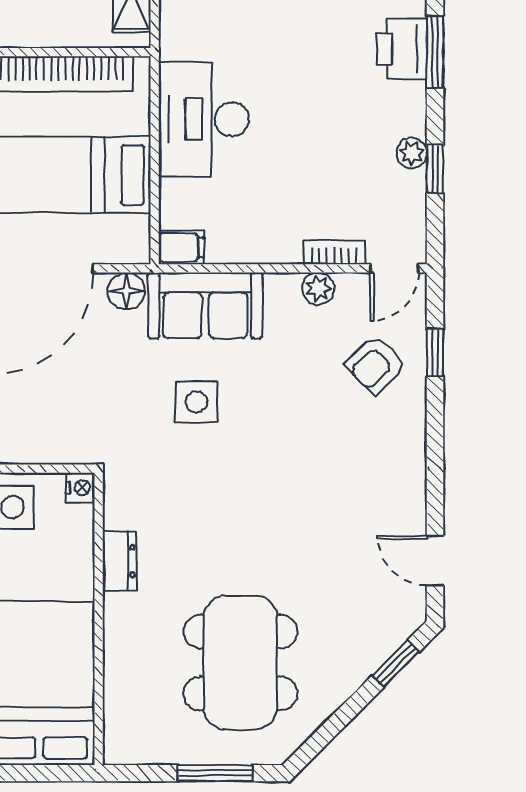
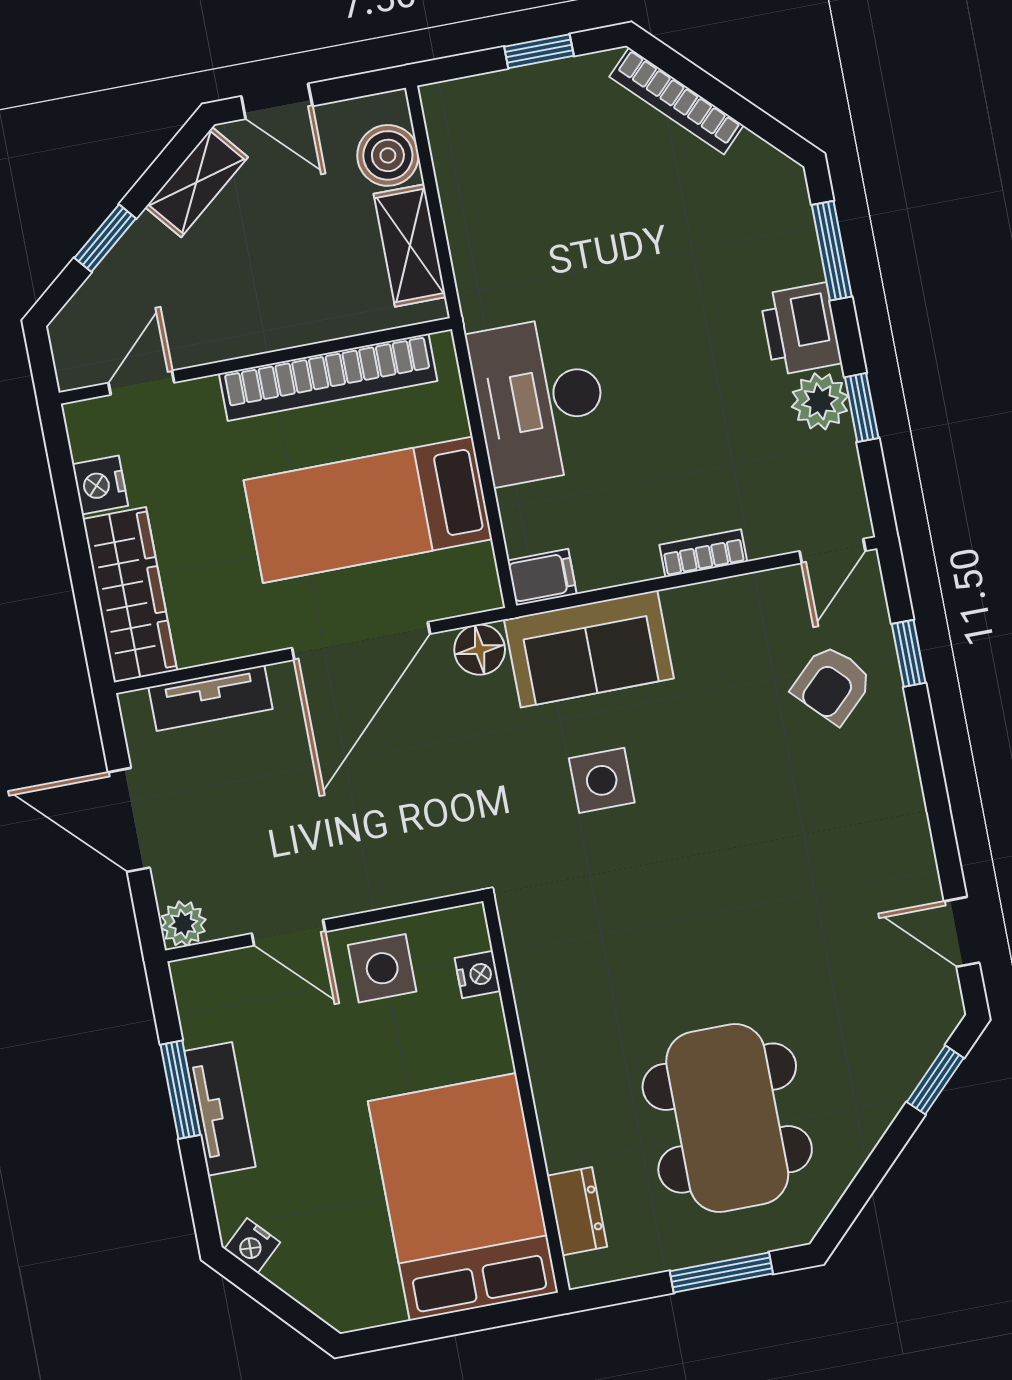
printer: (402, 49) -> (801, 329), moved
plant: (412, 153) -> (820, 401), width x1.38, depth x1.38
bookcase: (334, 252) -> (703, 553), moved
plant: (318, 288) -> (736, 597), removed
nightstand: (80, 488) -> (478, 975), moved
dresser: (119, 561) -> (577, 1211), moved

